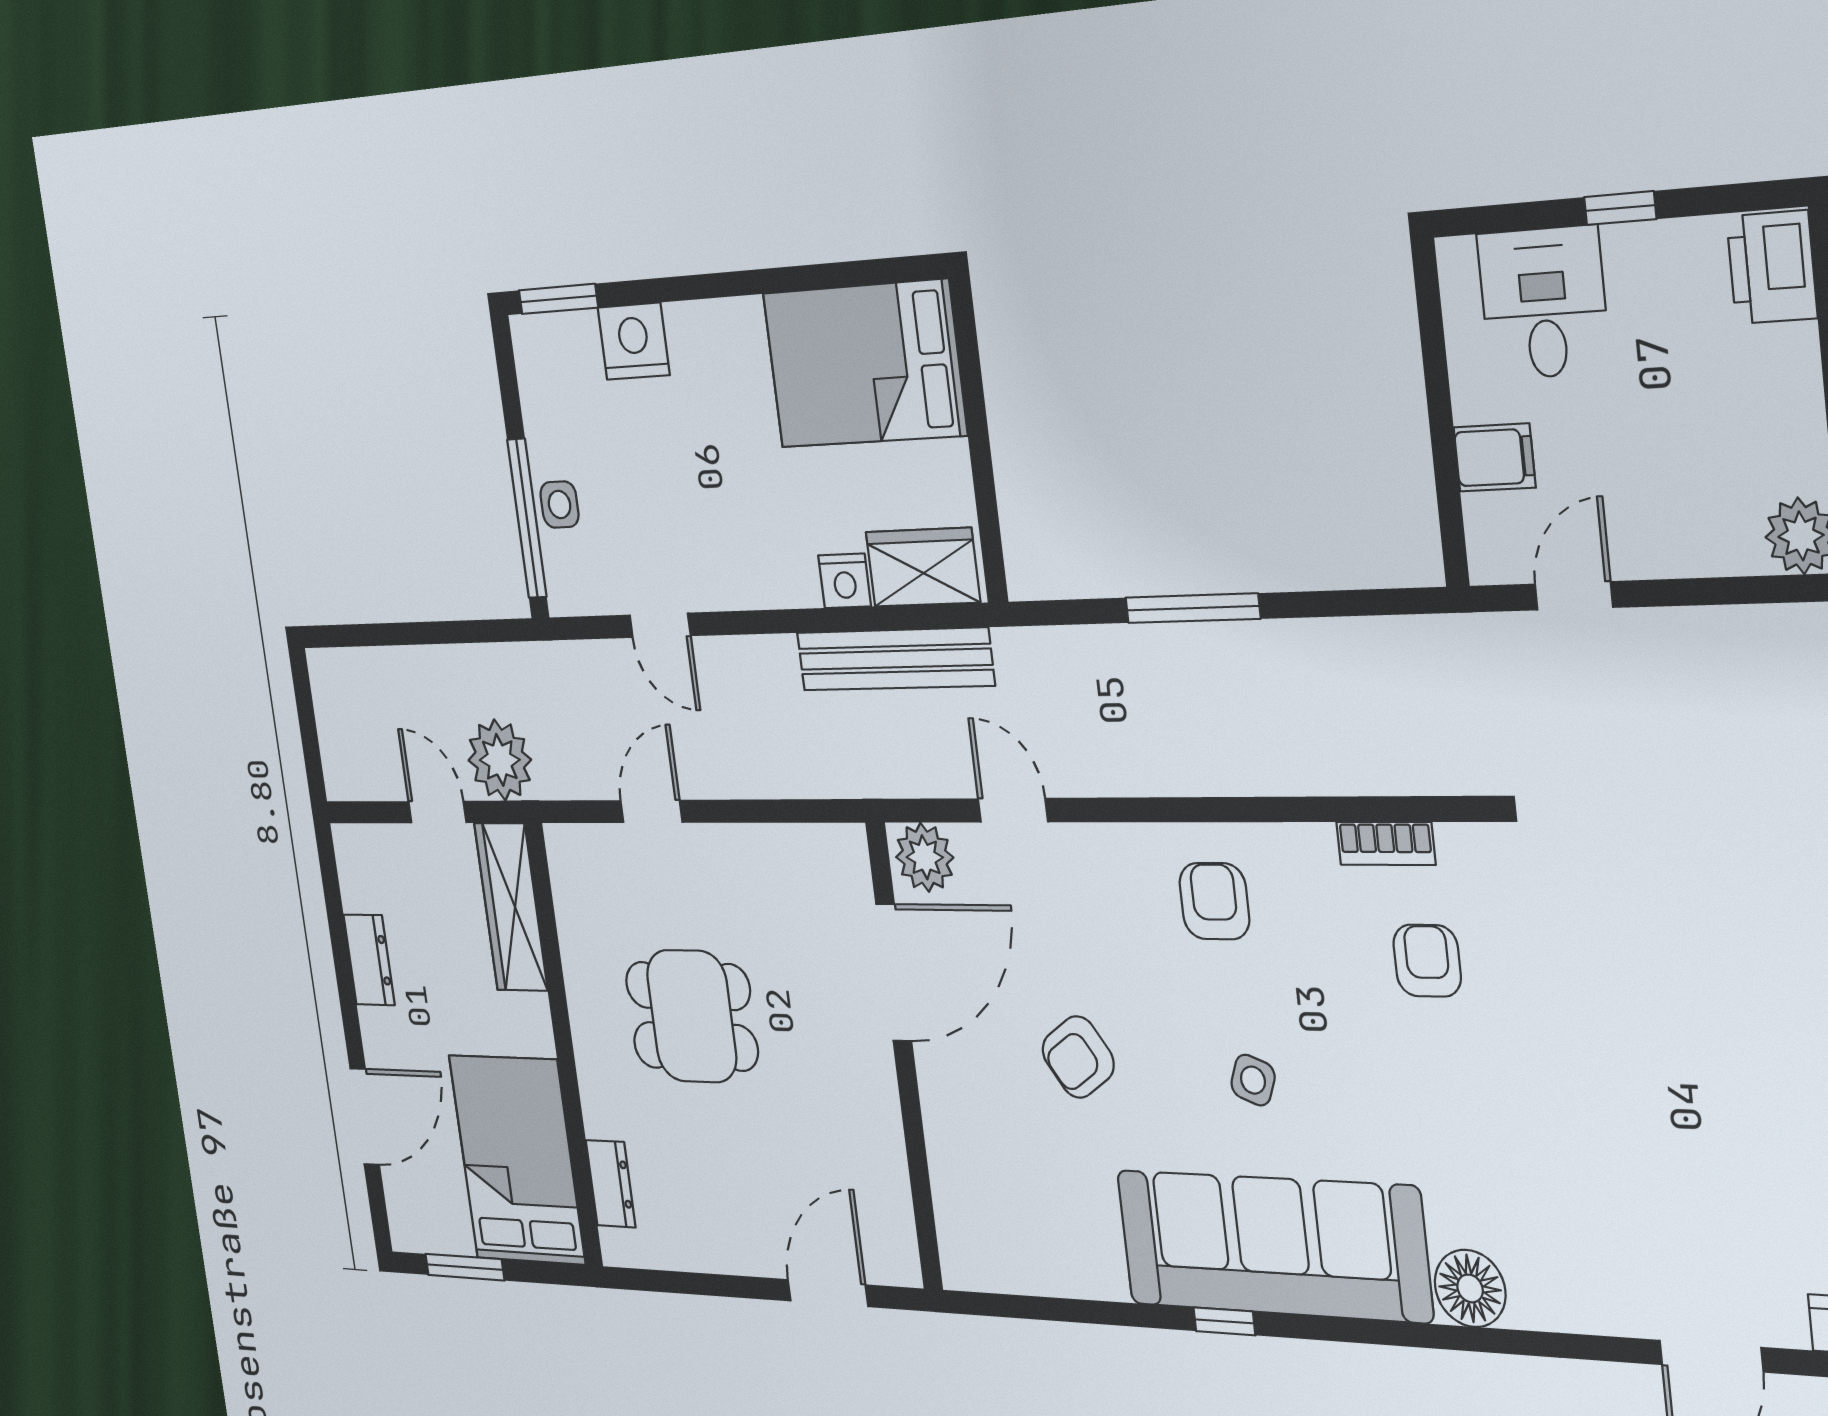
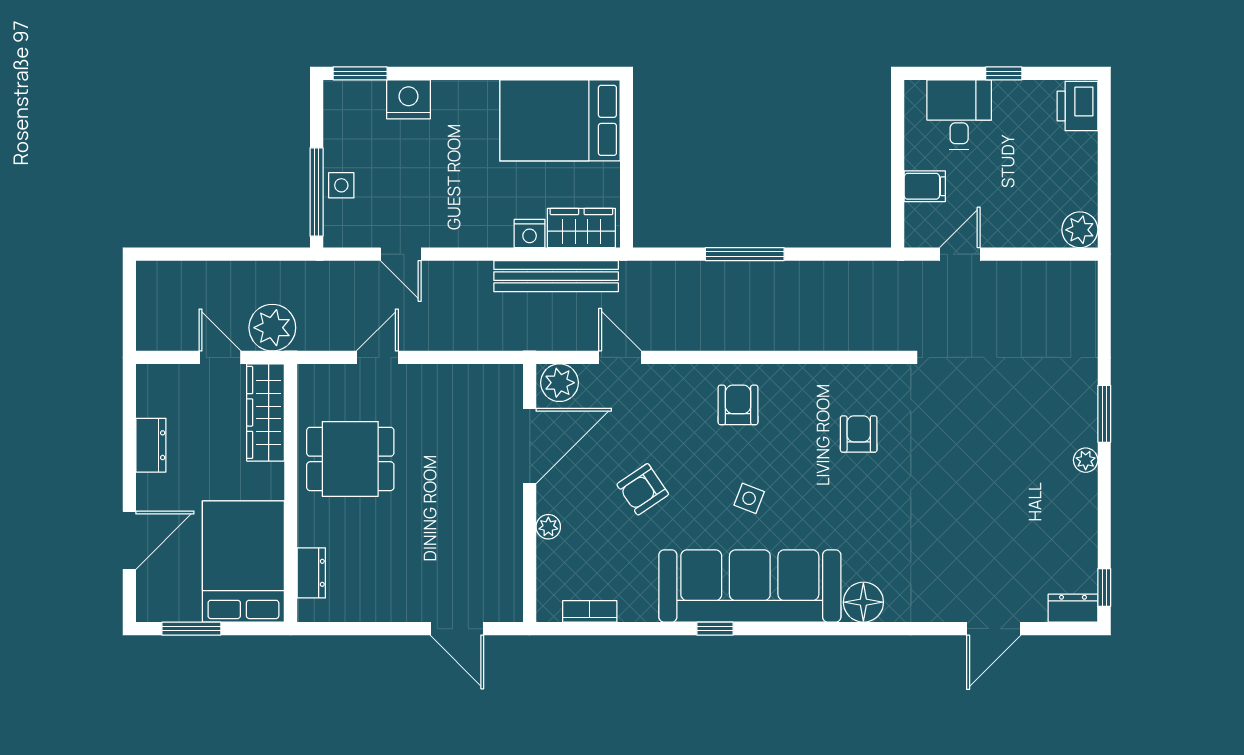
bookcase: (1386, 843) -> (590, 611), moved, turned 180
dining table: (692, 1016) -> (350, 459), moved
plant: (940, 1120) -> (548, 527), added
door: (828, 1293) -> (457, 629), swing flipped

